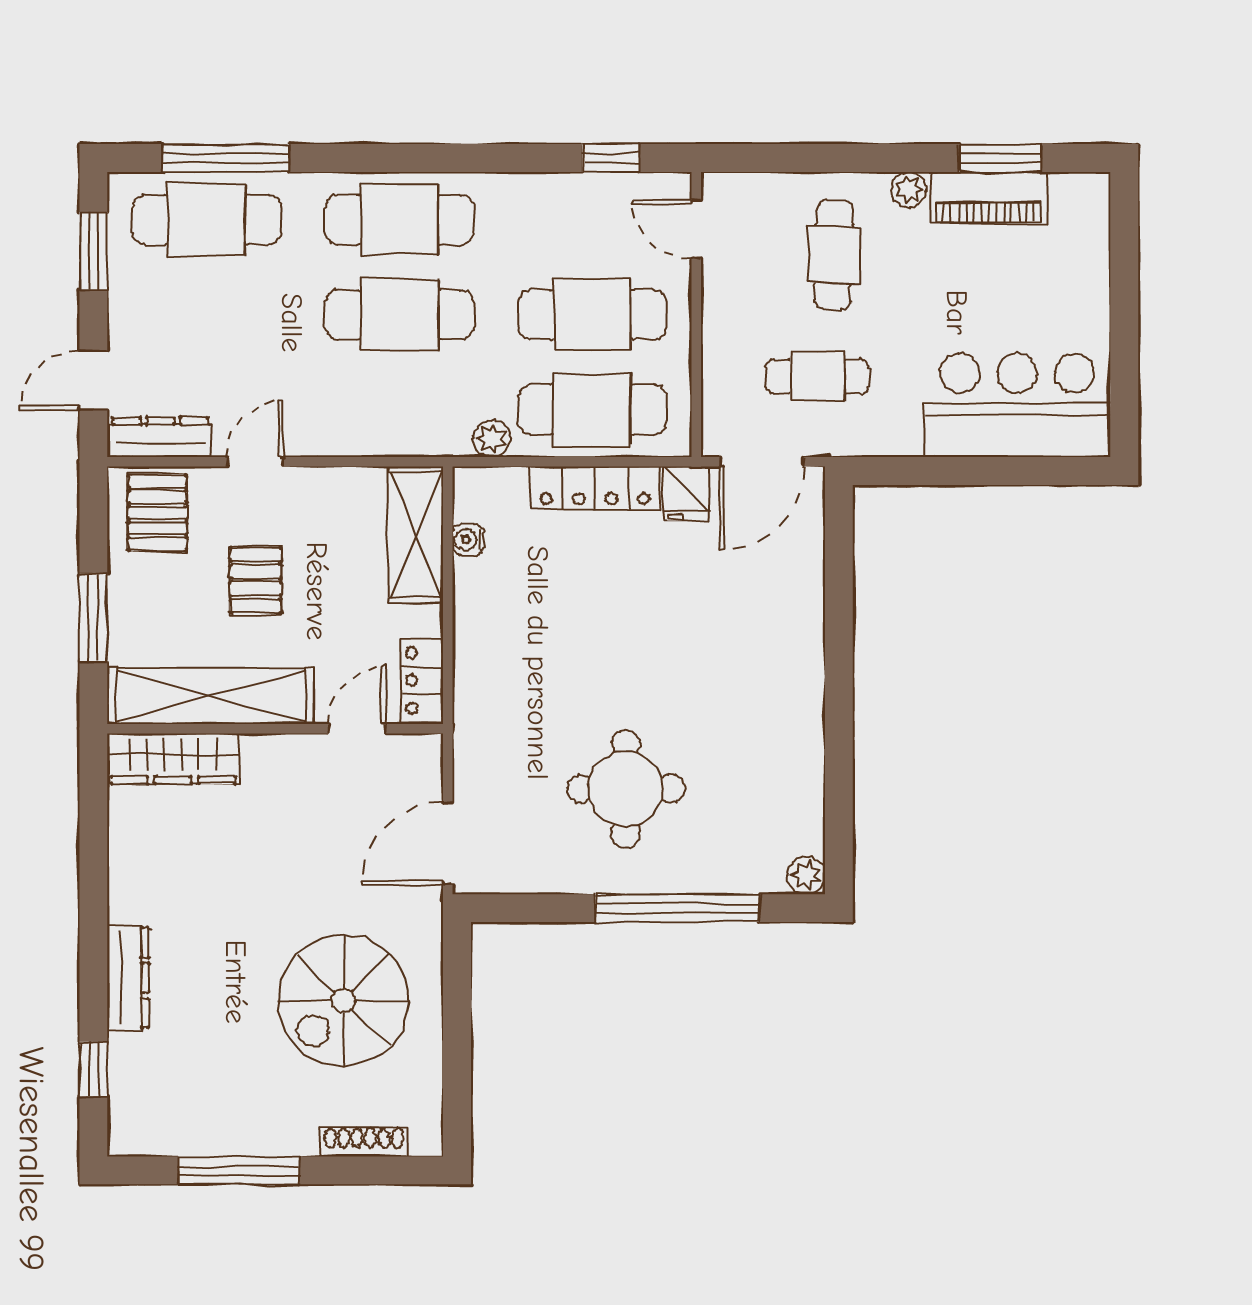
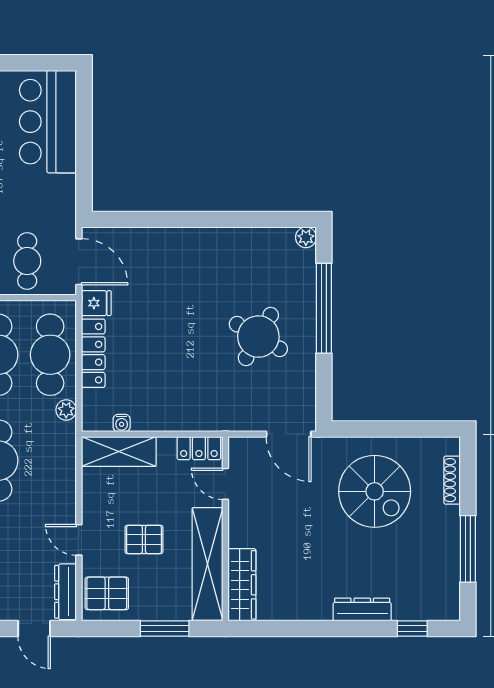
cafe table: (817, 377) -> (27, 261), moved
round table: (626, 789) -> (258, 337), turned 30

